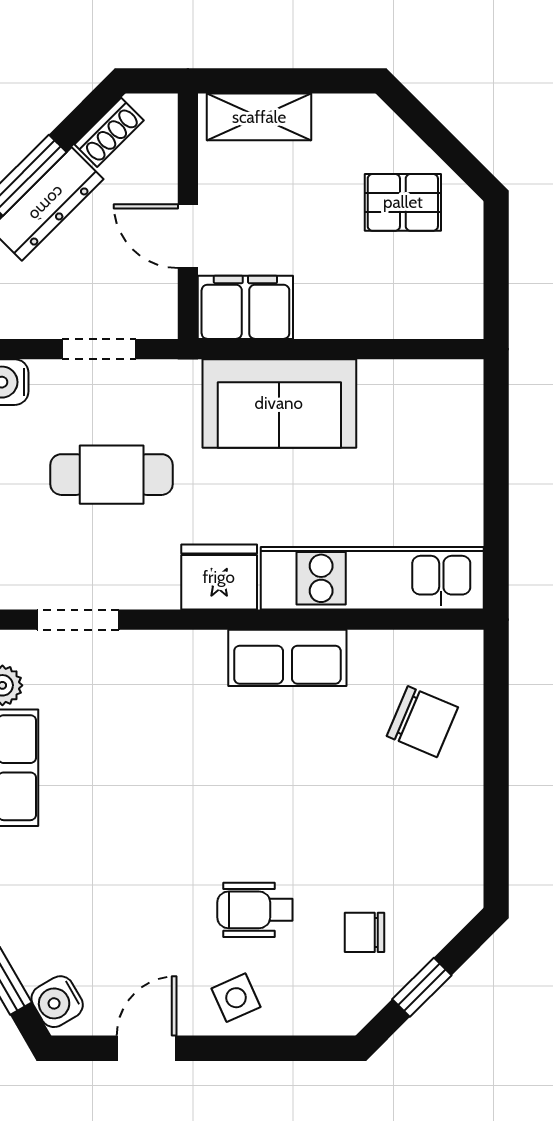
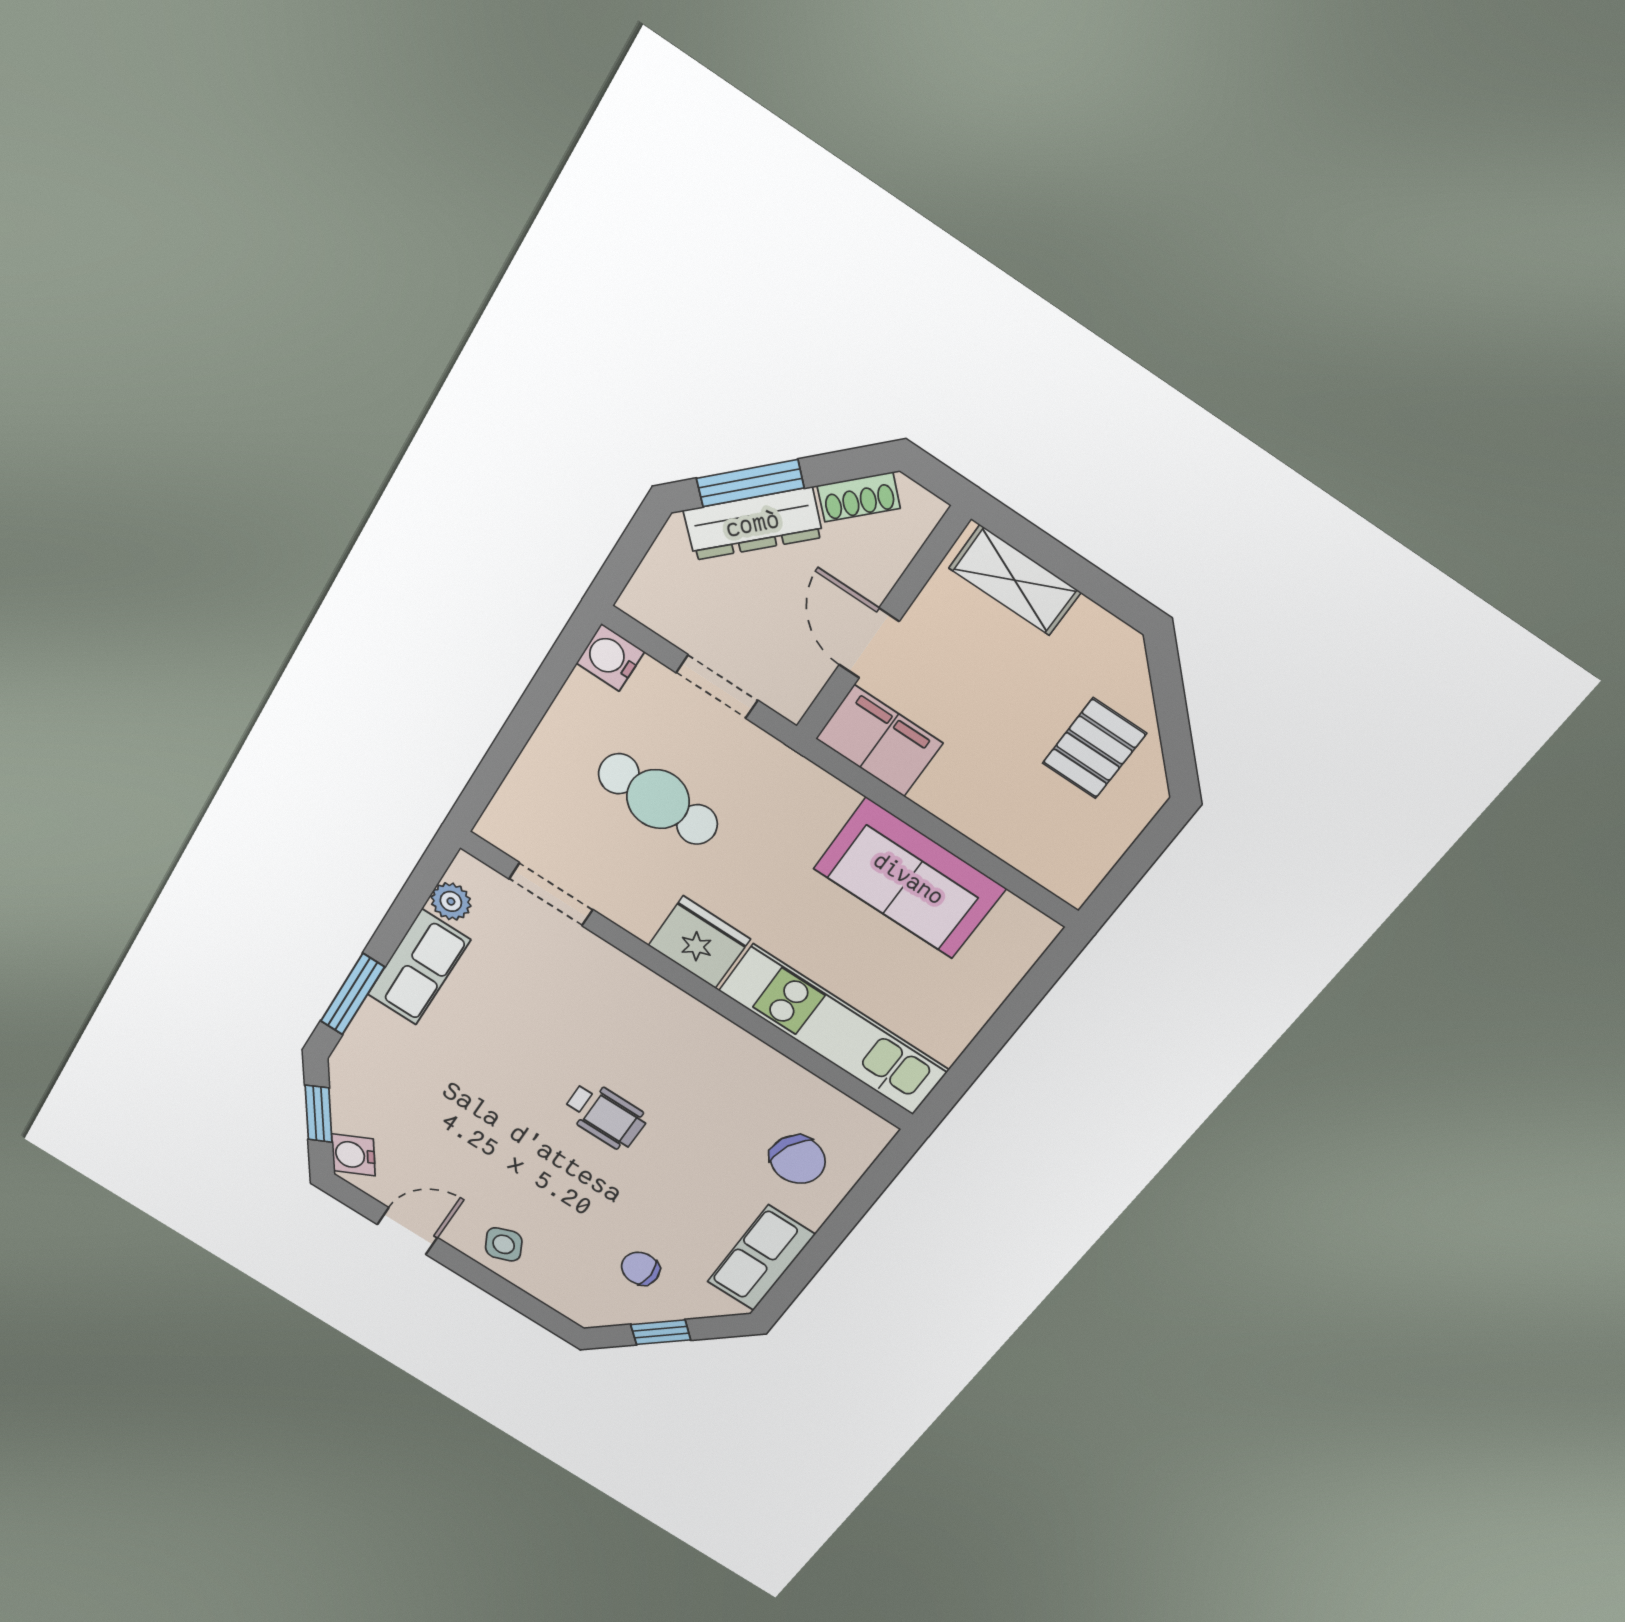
pallet: (403, 202) -> (1094, 748), turned 90
sofa: (279, 403) -> (909, 879), moved
row of seats: (287, 658) -> (761, 1258), moved, turned 90
wheelchair: (255, 910) -> (605, 1115), moved, turned 180

